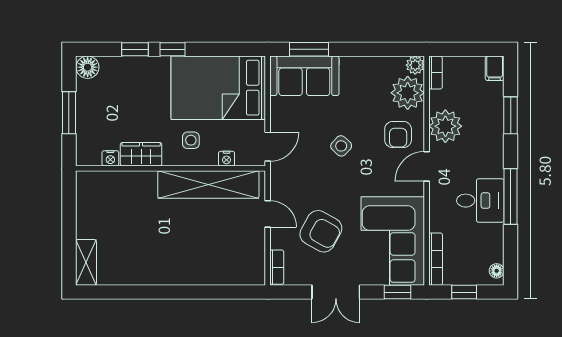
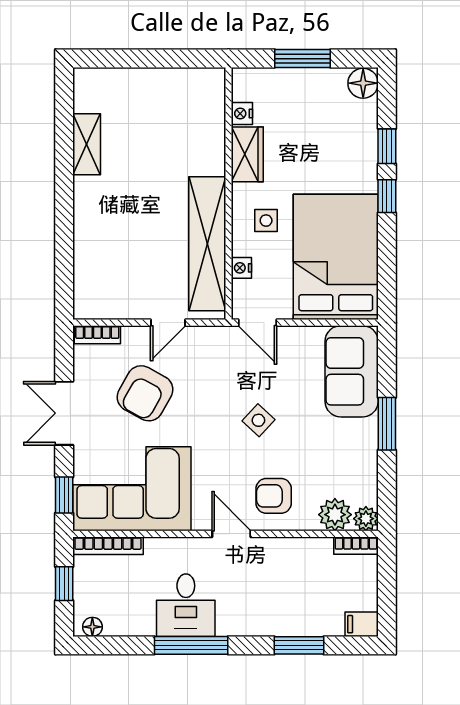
window: (309, 49) -> (387, 424), moved
plant: (408, 93) -> (335, 515), width x0.73, depth x0.73
plant: (445, 126) -> (285, 559), removed
shelving: (86, 262) -> (87, 144), moved, turned 90

